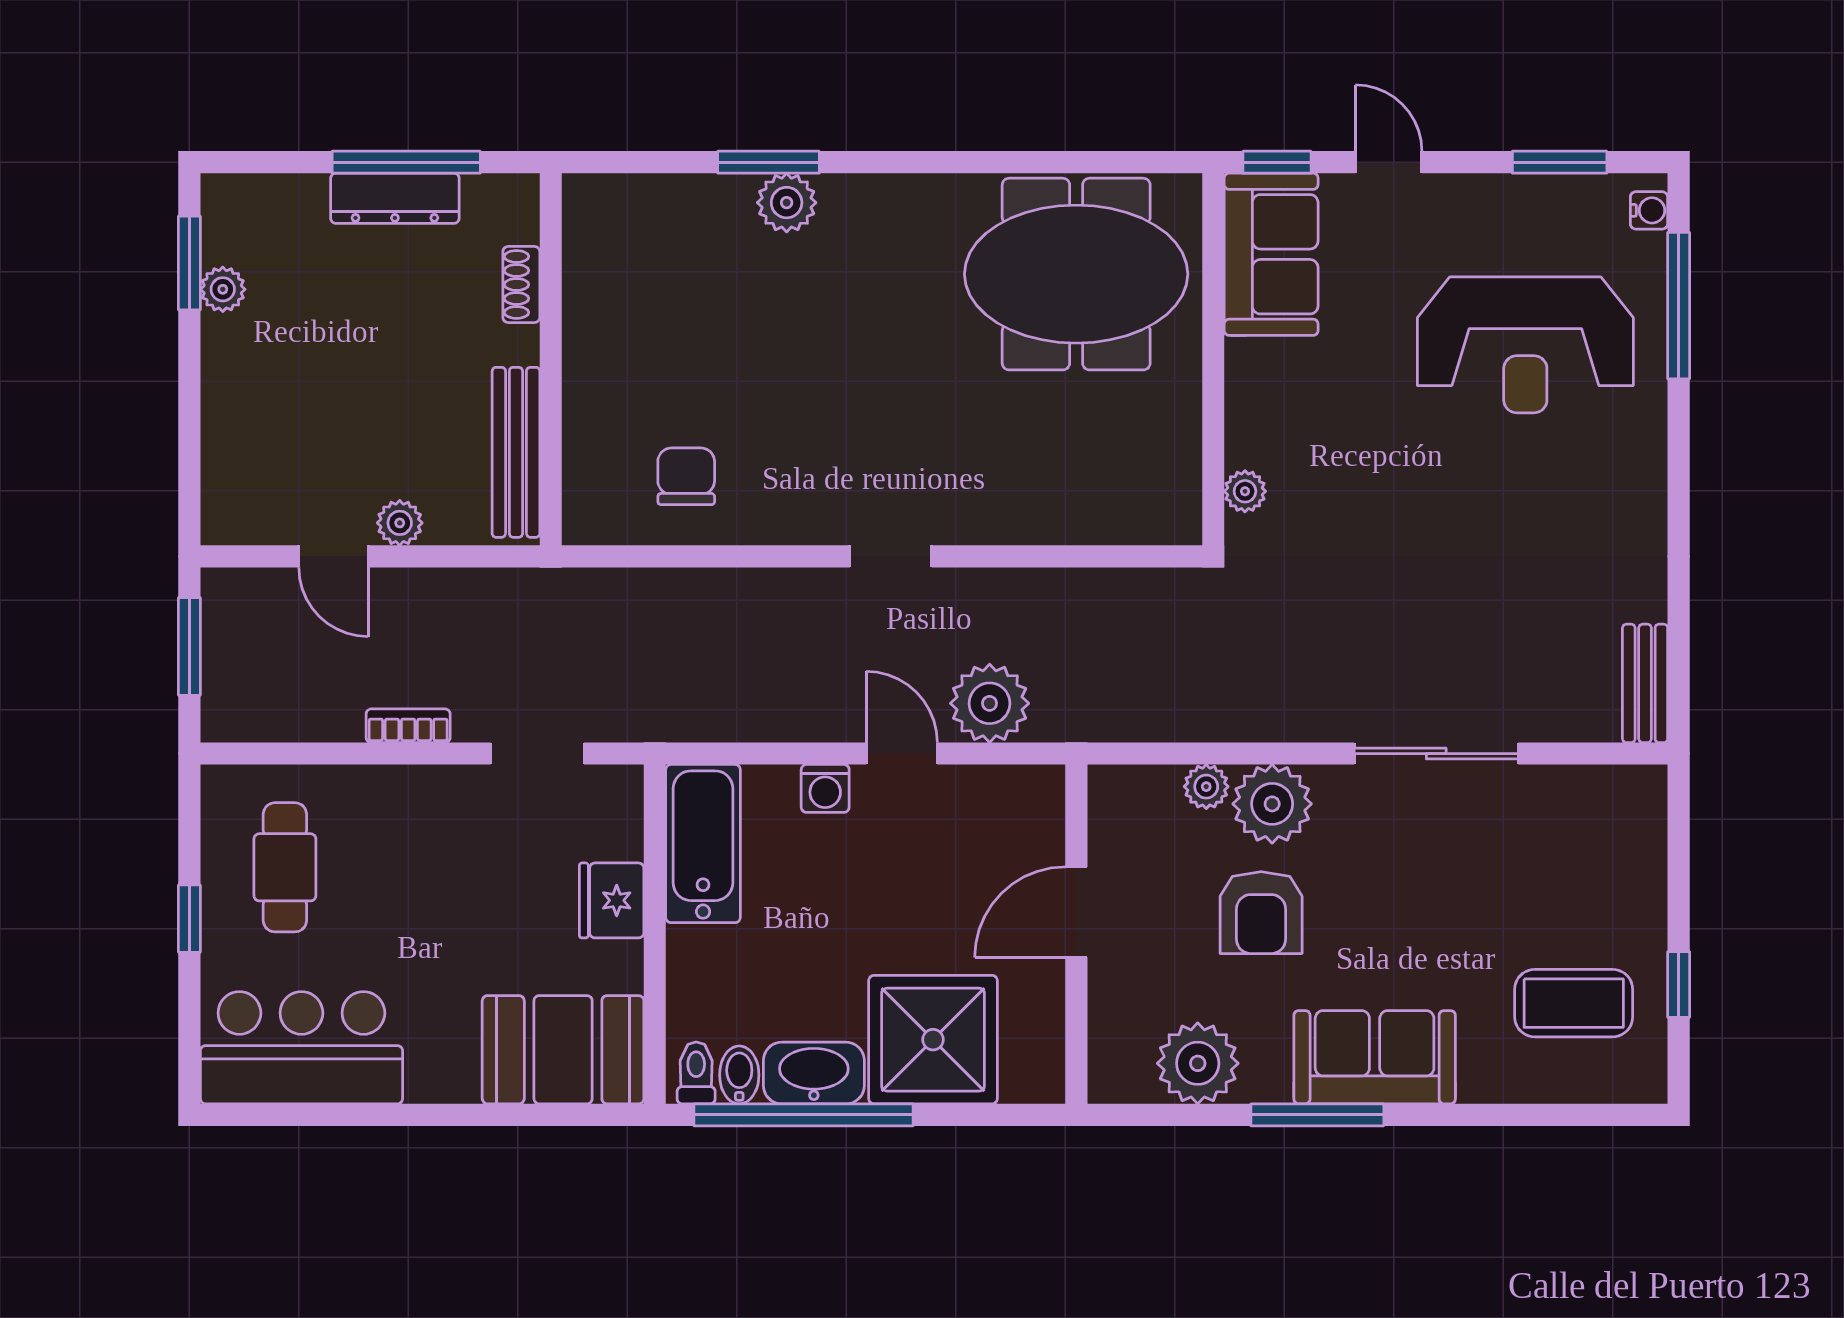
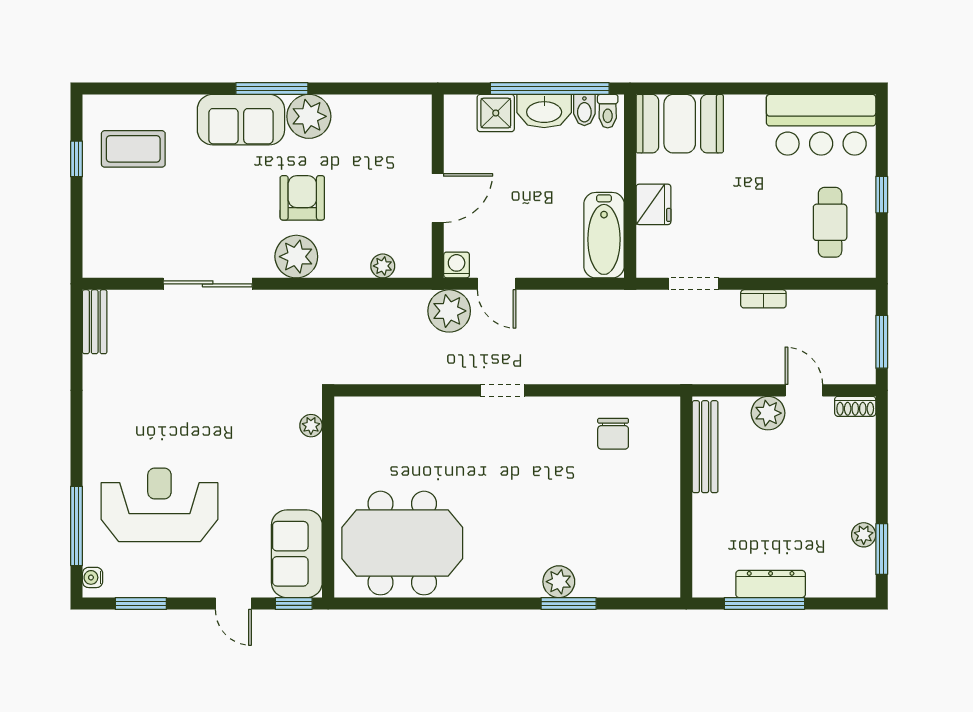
shoe rack: (521, 284) -> (855, 406), moved, turned 90
plant: (400, 523) -> (768, 413), width x1.38, depth x1.38
plant: (1206, 787) -> (383, 266), moved
washing machine: (825, 788) -> (457, 265), moved
door: (1076, 912) -> (438, 198), moved
wall: (1076, 934) -> (438, 186), moved
shower: (933, 1040) -> (496, 113), width x0.54, depth x0.54
plant: (1198, 1063) -> (309, 116), moved

